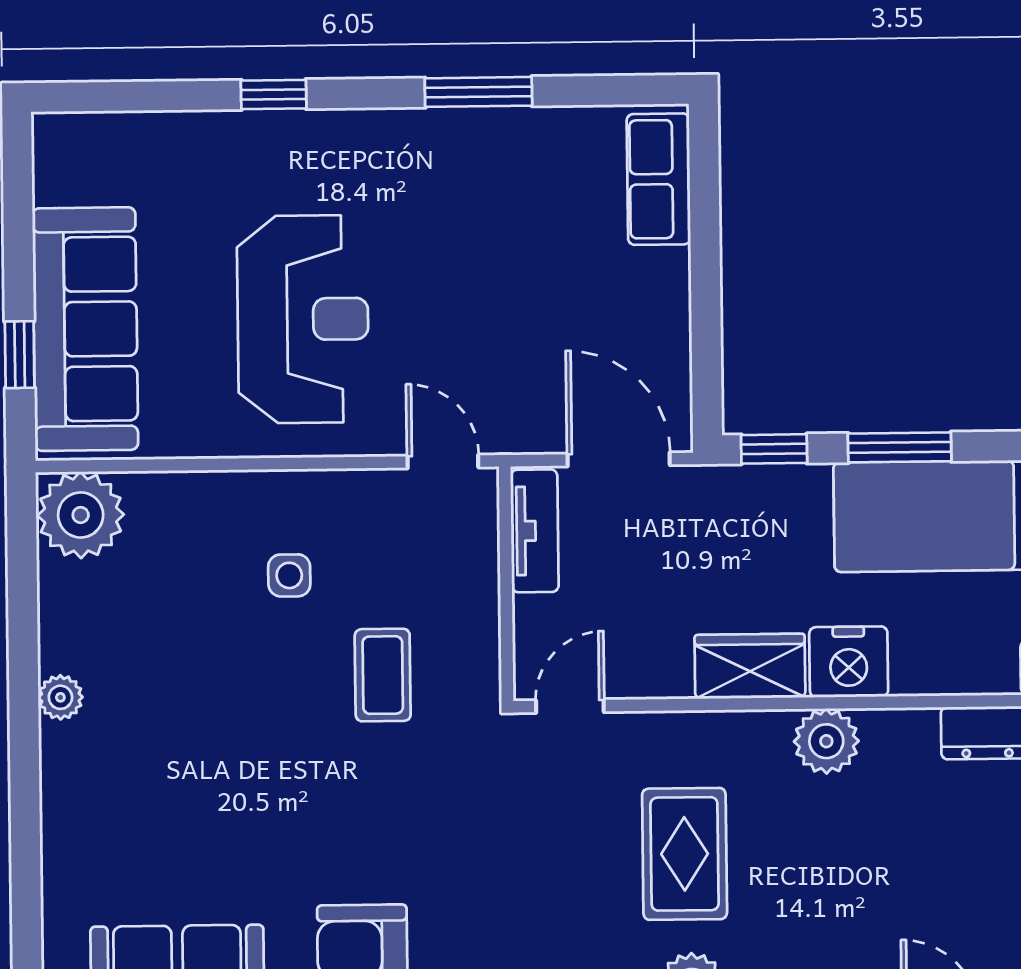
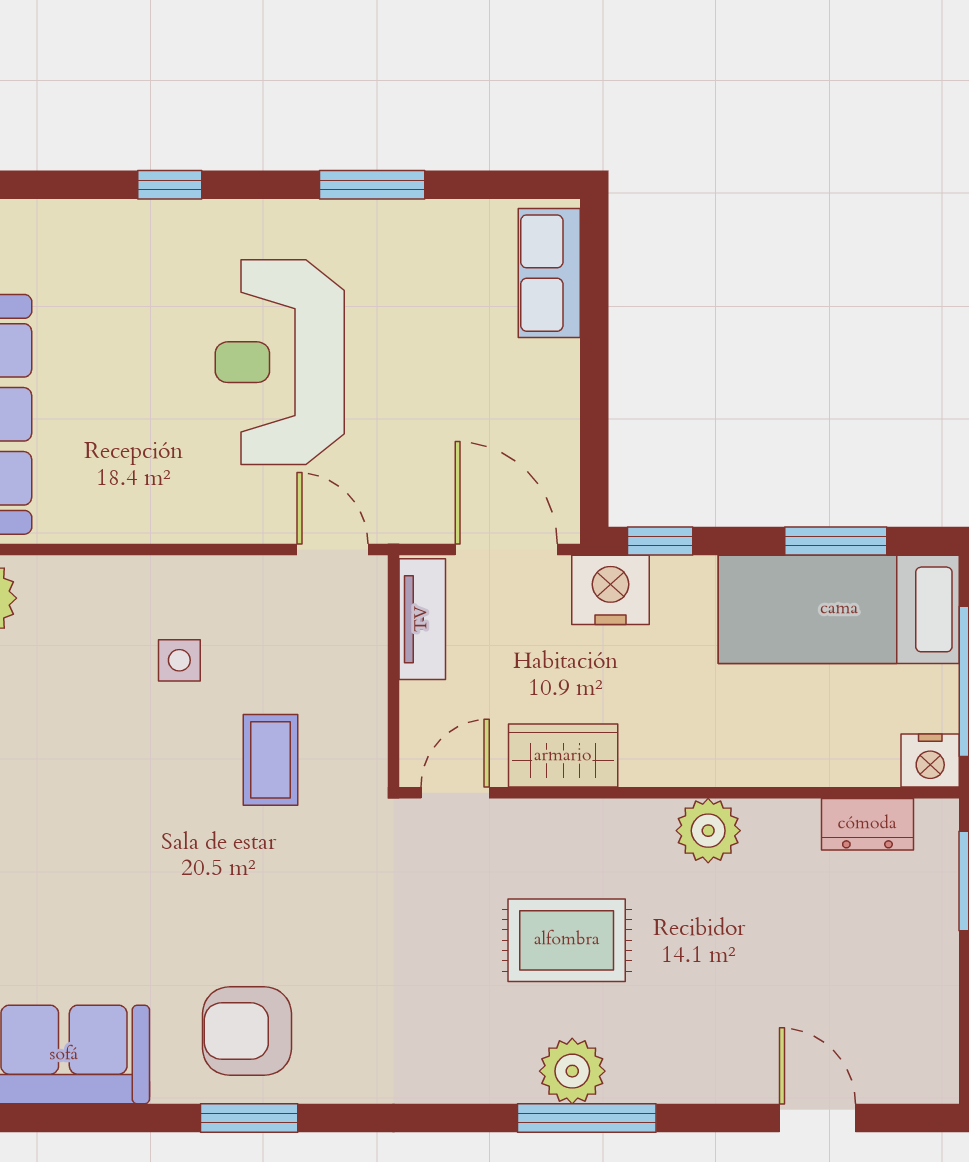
reception desk: (303, 319) -> (280, 362), moved, turned 180
window: (900, 447) -> (836, 541), moved
nightstand: (849, 662) -> (611, 590), moved, turned 180
wardrobe: (750, 666) -> (563, 756), moved
rug: (685, 854) -> (567, 940), turned 90

